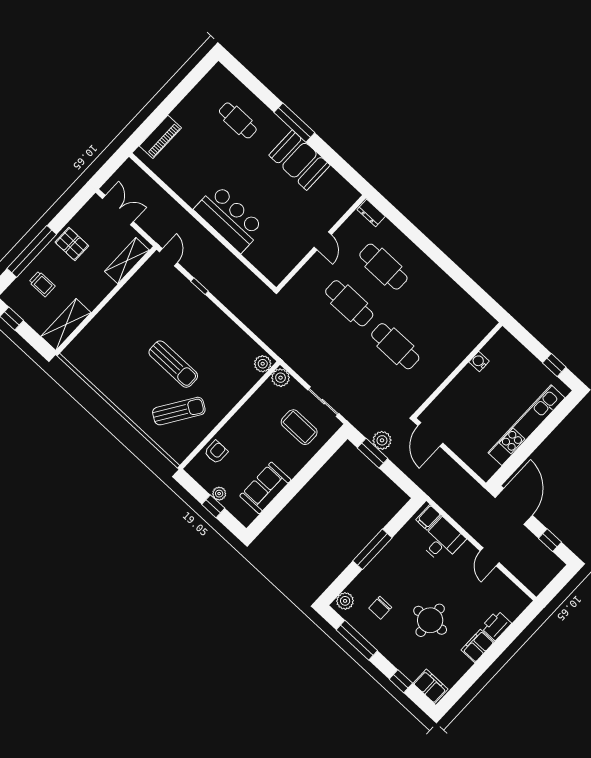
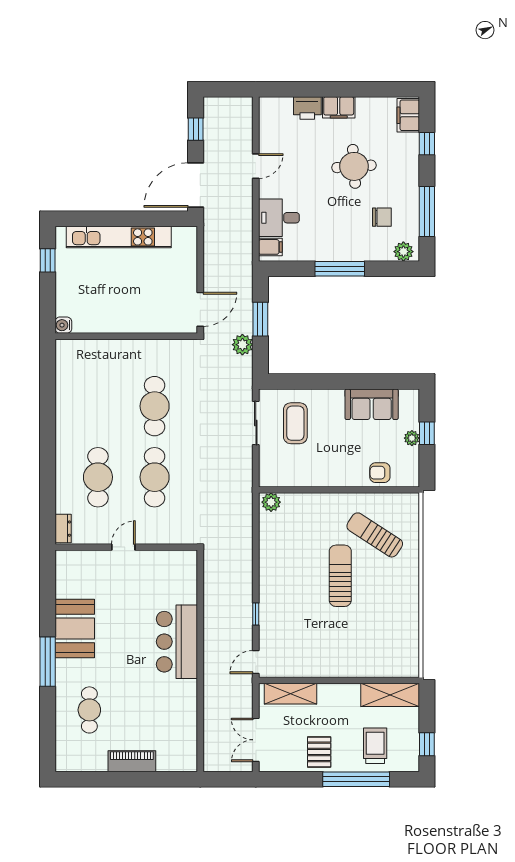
piano: (160, 137) -> (132, 761), moved
trolley: (42, 284) -> (375, 746), width x1.36, depth x1.39
water cooler: (479, 362) -> (63, 325), moved, turned 90
plant: (281, 378) -> (269, 477), removed
window: (372, 453) -> (260, 319), moved

